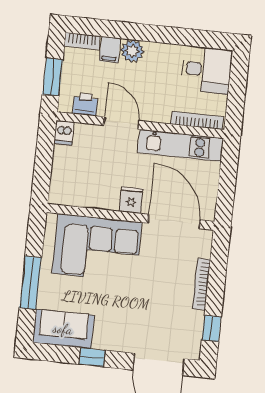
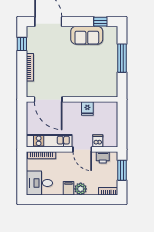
filing cabinet: (110, 50) -> (68, 188), moved
dishwasher: (64, 133) -> (98, 141), moved
fridge: (131, 200) -> (87, 108), moved
corner sofa: (97, 248) -> (88, 81), removed
sofa: (63, 329) -> (87, 35), moved
window: (92, 357) -> (100, 22), moved

